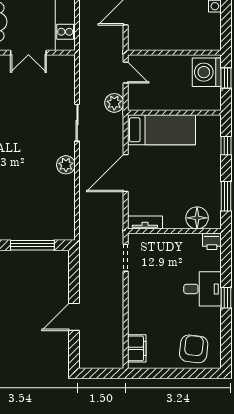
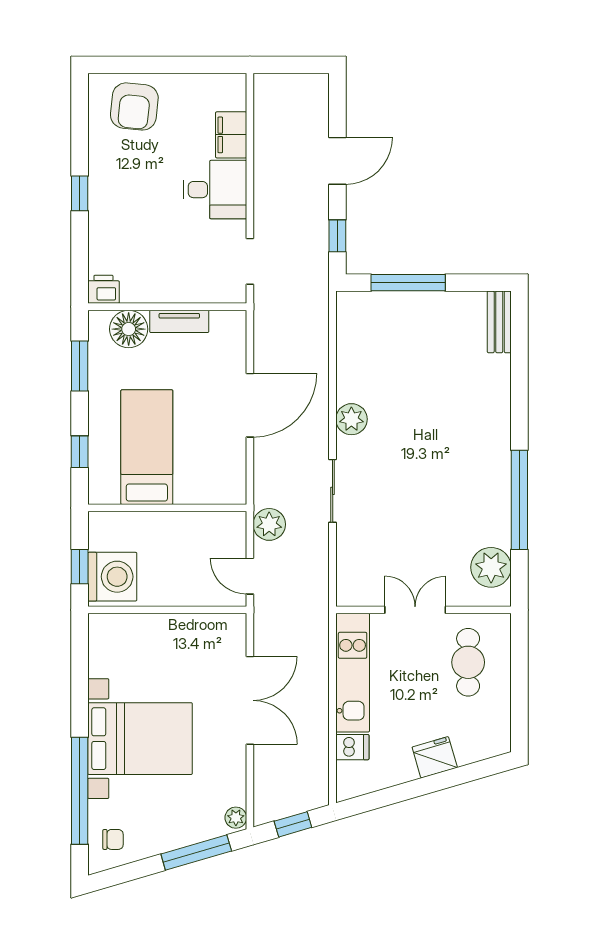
bed: (161, 130) -> (147, 447), moved, turned 90
tv unit: (145, 222) -> (179, 321), moved
window: (74, 273) -> (337, 236), added
desk: (202, 289) -> (215, 190), moved, turned 180
filing cabinet: (137, 348) -> (231, 135), moved

